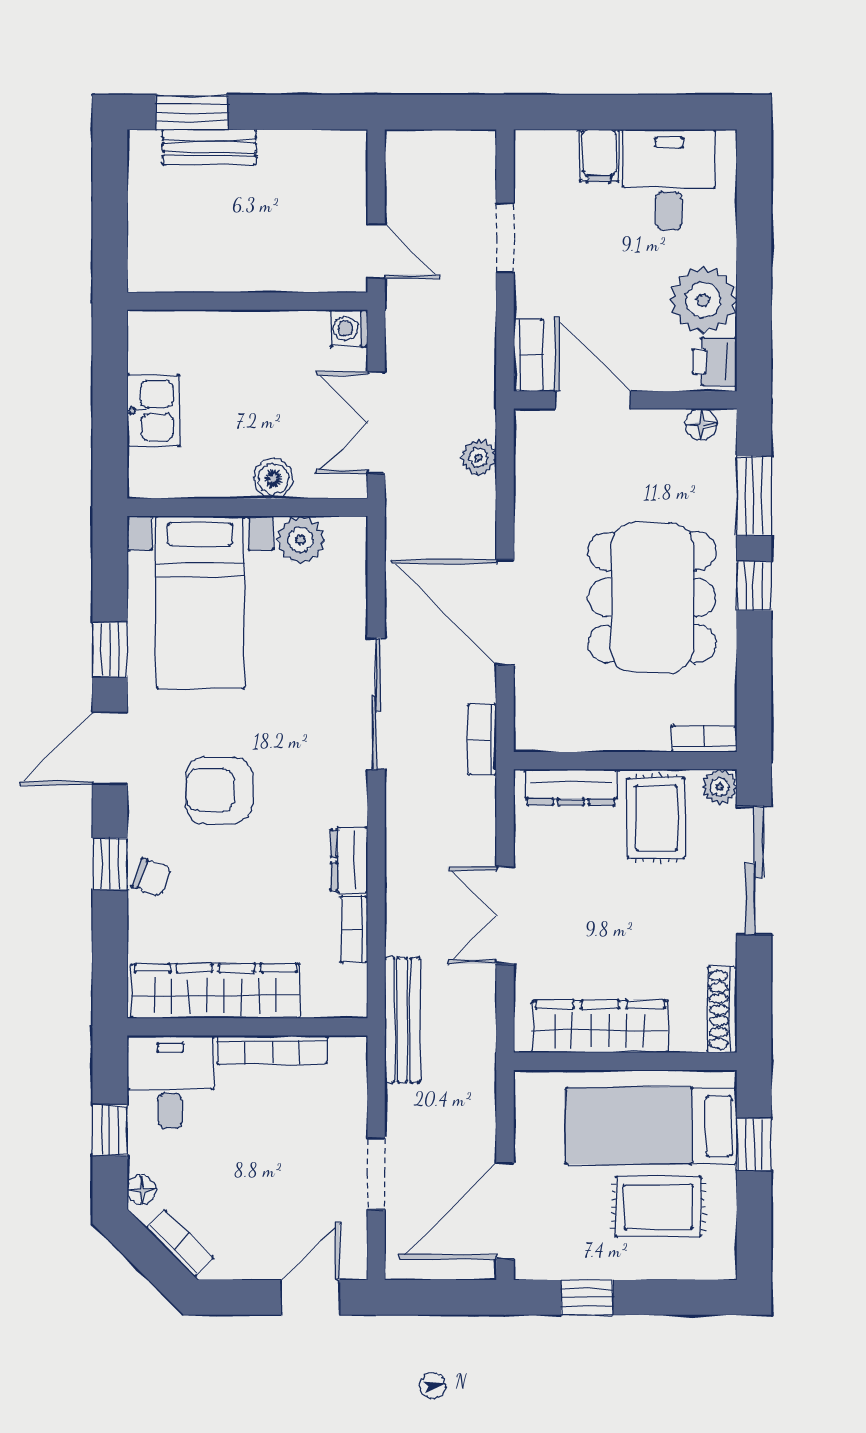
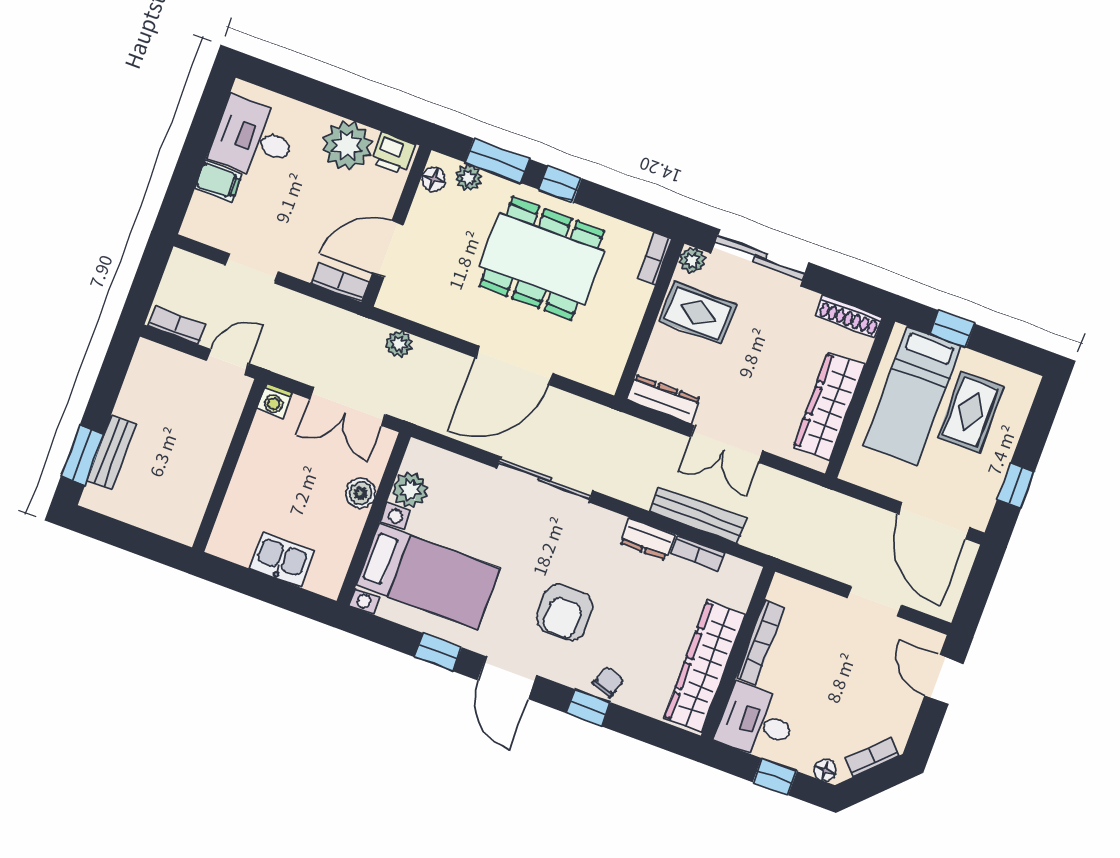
plant: (719, 468) -> (469, 178), added
bookcase: (482, 739) -> (177, 325), moved, turned 180
dresser: (571, 787) -> (663, 399), moved, turned -90
bench: (402, 1020) -> (698, 515), moved

